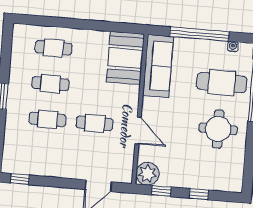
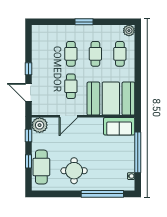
plant: (21, 32) -> (129, 31), added
booth: (125, 58) -> (111, 99), width x1.36, depth x1.42
sofa: (158, 66) -> (119, 126), width x0.73
cafe table: (222, 83) -> (41, 167), moved
window: (20, 179) -> (29, 69), moved

